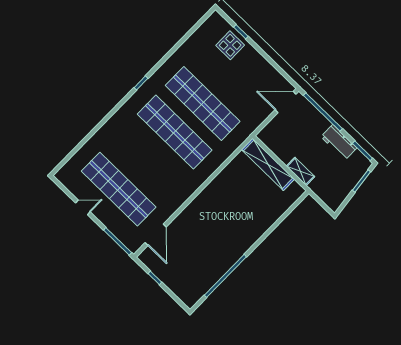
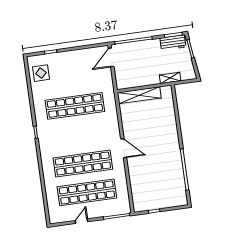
display table: (230, 45) -> (41, 73), moved
shop shelf: (175, 132) -> (83, 164), moved
workbench: (339, 142) -> (173, 43), moved
shelving: (300, 171) -> (170, 78), moved
door: (156, 235) -> (124, 148), moved

